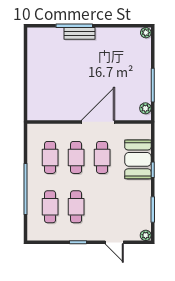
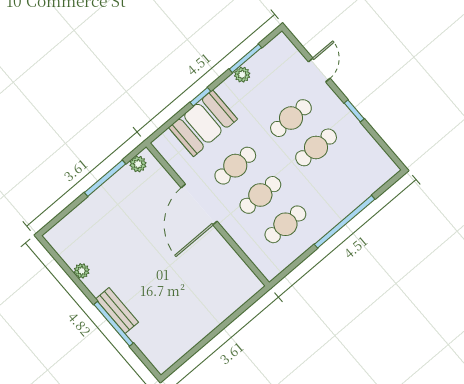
plant: (146, 33) -> (82, 271), moved
door: (98, 122) -> (199, 204), hinge flipped
cafe table: (50, 207) -> (291, 118), moved
plant: (146, 235) -> (242, 75), moved

